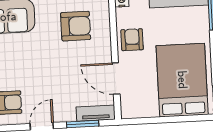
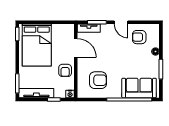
armchair: (76, 26) -> (98, 80), turned 180
door: (42, 126) -> (121, 22), hinge flipped

